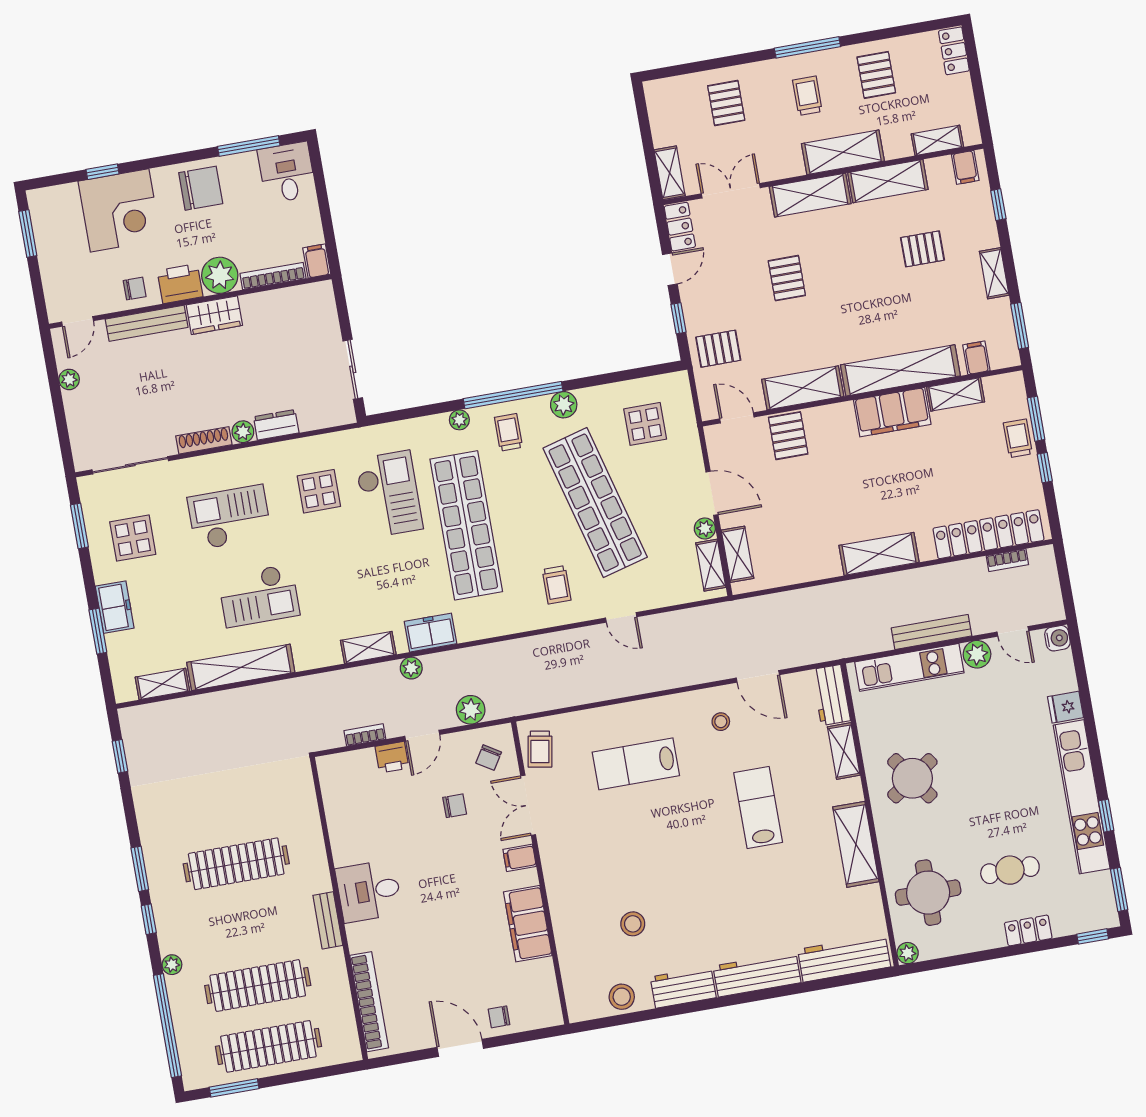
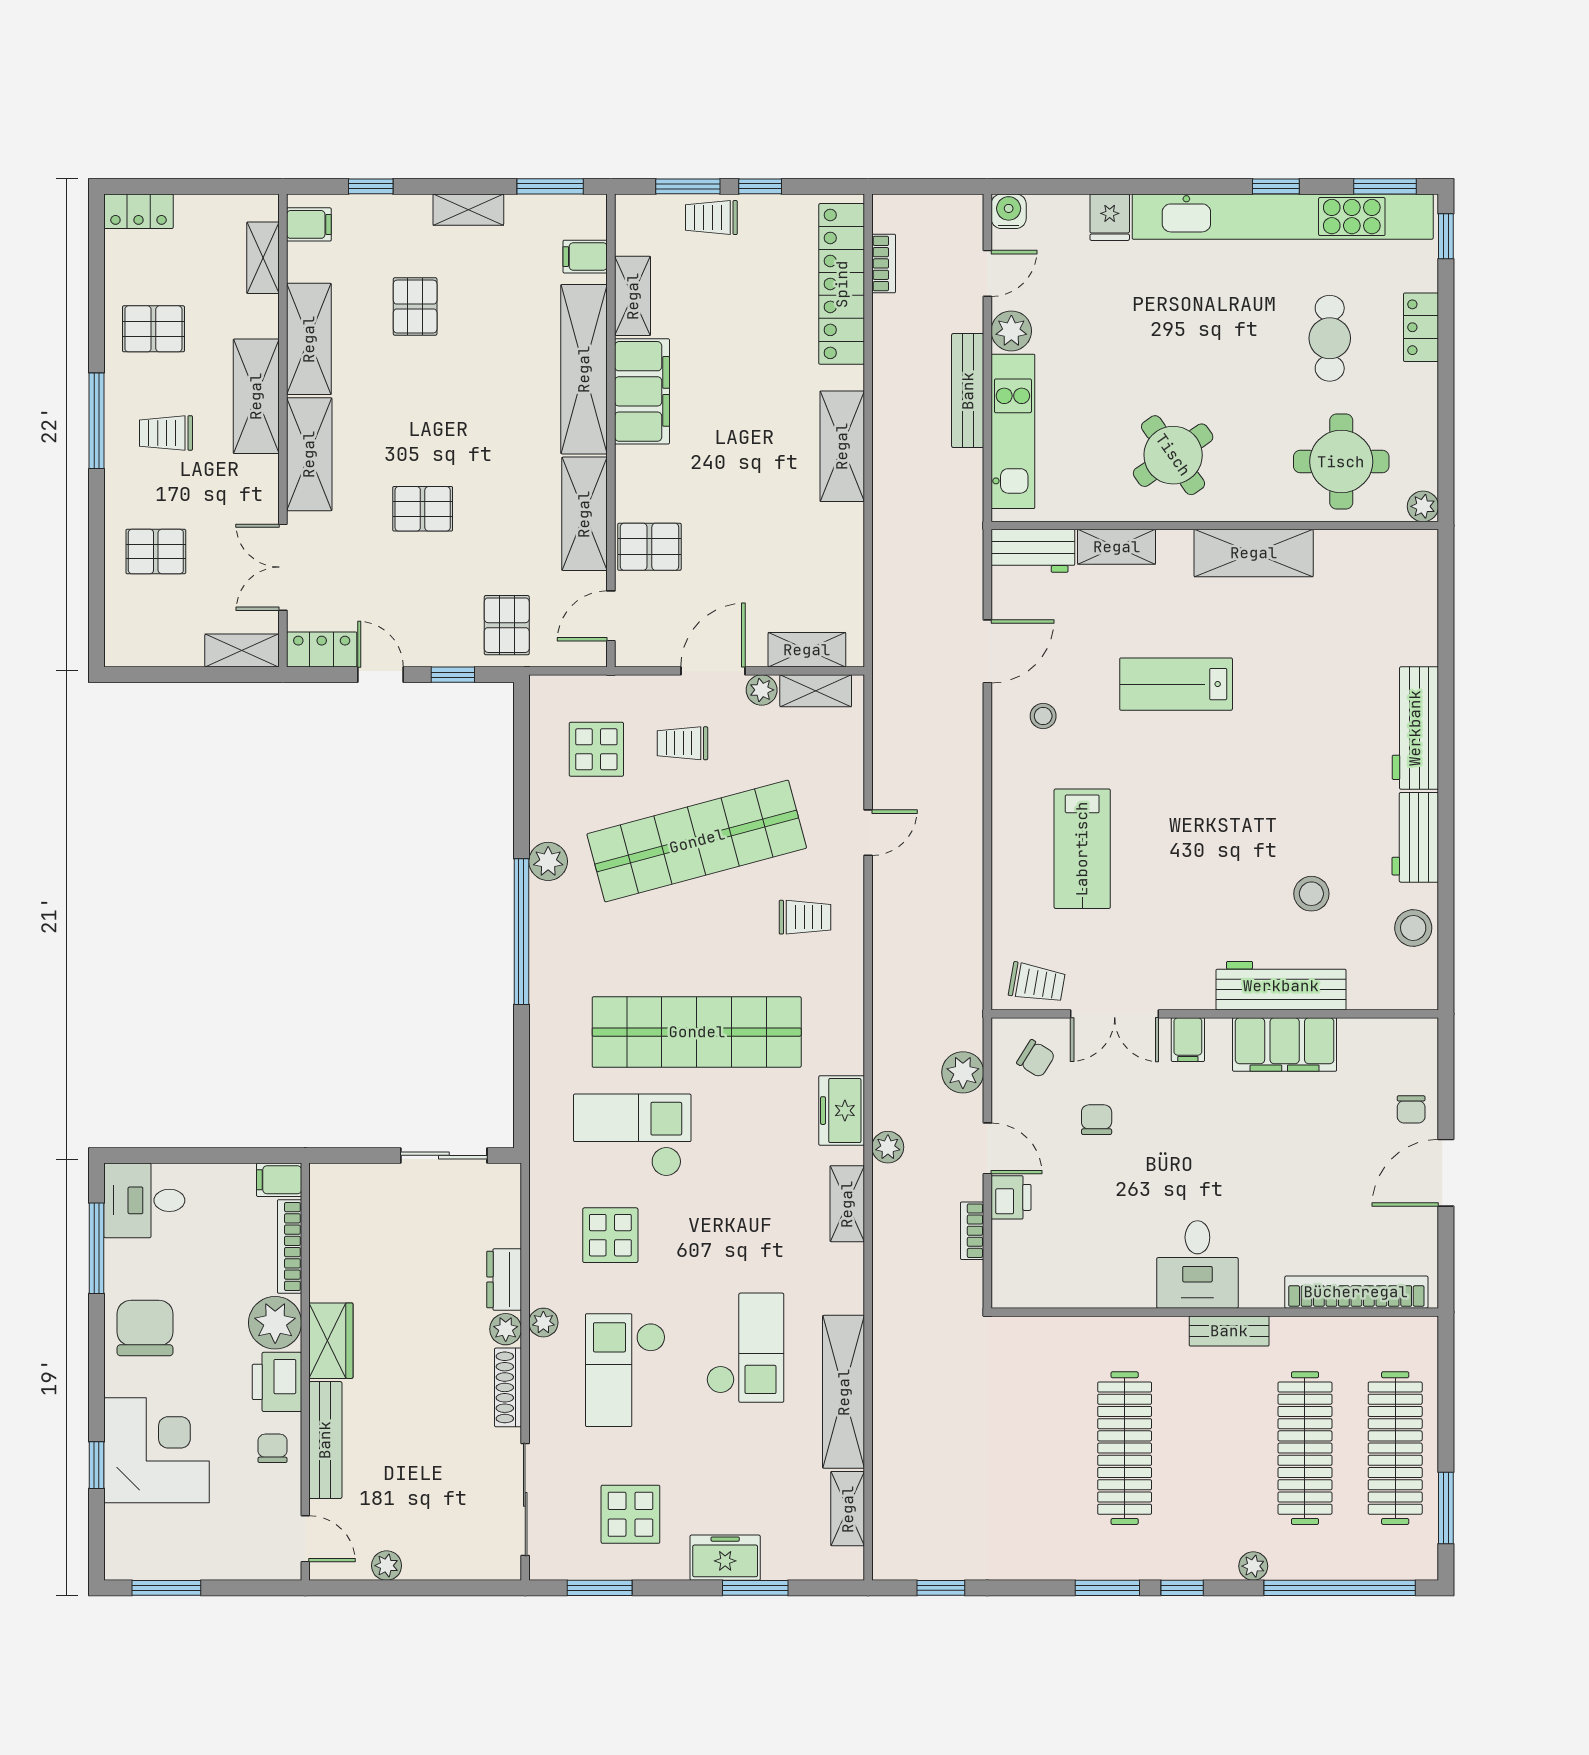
plant: (459, 420) -> (543, 1323), moved
trolley: (508, 432) -> (682, 743), moved
kitchen unit: (1082, 797) -> (1283, 217), width x1.36
workbench: (844, 958) -> (1281, 986), moved, turned 90

